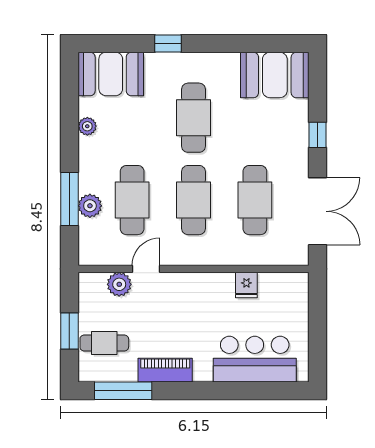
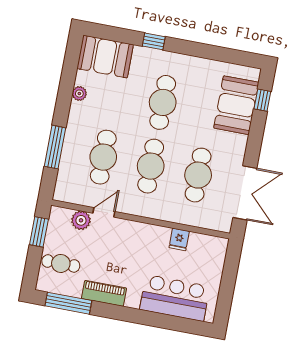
booth: (275, 75) -> (236, 105), moved, turned 90
window: (318, 135) -> (262, 100), moved
plant: (90, 206) -> (70, 155), removed
window: (69, 331) -> (39, 232), moved

